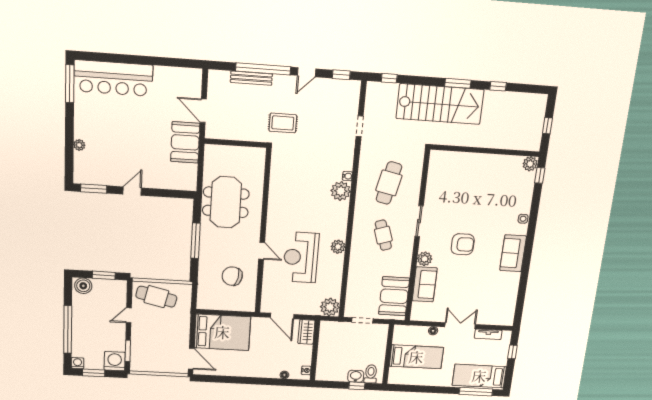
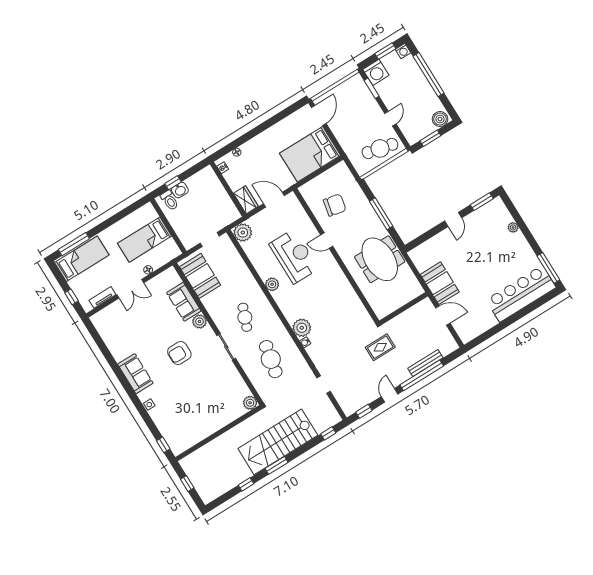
plant: (530, 164) -> (250, 403), moved
cafe table: (383, 235) -> (245, 317), turned 39
door: (191, 359) -> (319, 115), swing flipped

